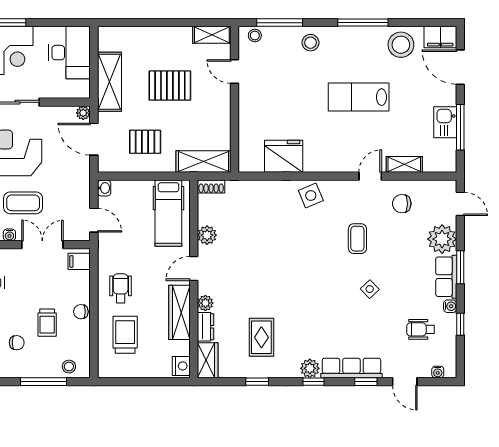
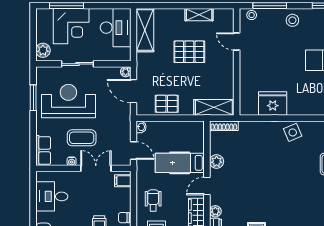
shelving: (212, 35) -> (199, 15), moved
shelving: (109, 82) -> (145, 30), moved
pallet: (145, 142) -> (167, 104), moved
shoe rack: (211, 186) -> (224, 126), width x1.43
hospital bed: (168, 213) -> (180, 163), moved, turned 90

